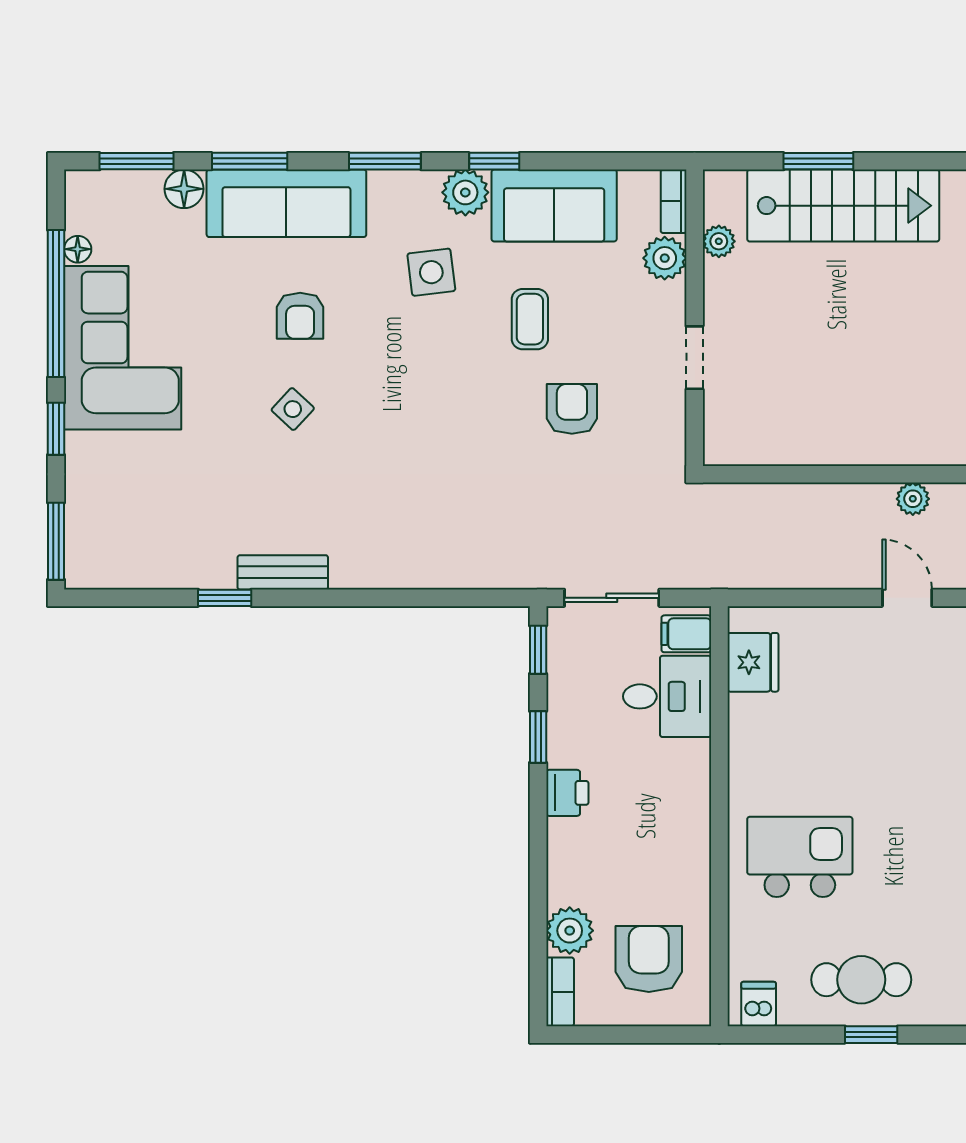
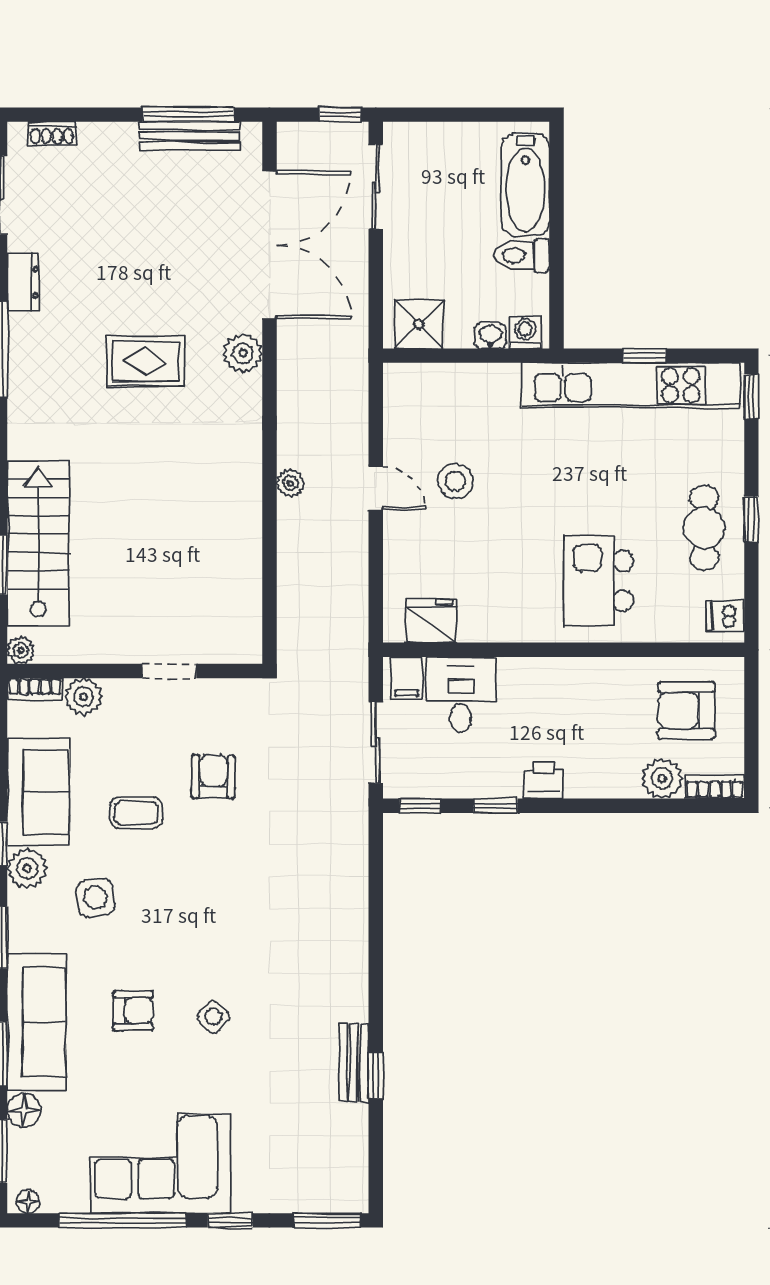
plant: (719, 241) -> (21, 650), moved
floor lamp: (78, 249) -> (28, 1202), moved
armchair: (572, 409) -> (213, 777), turned 91
bench: (283, 572) -> (354, 1063), moved
door: (907, 598) -> (376, 488), swing flipped
stool: (915, 690) -> (455, 481), added

